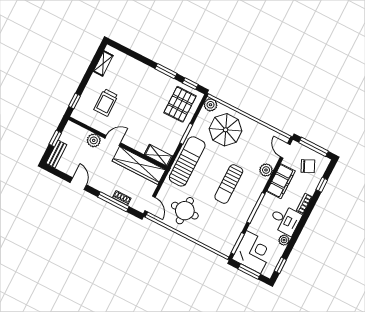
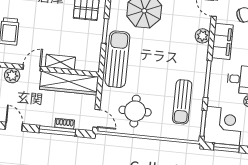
shelving: (158, 155) -> (60, 62), moved
sun lounger: (229, 184) -> (182, 102), moved

